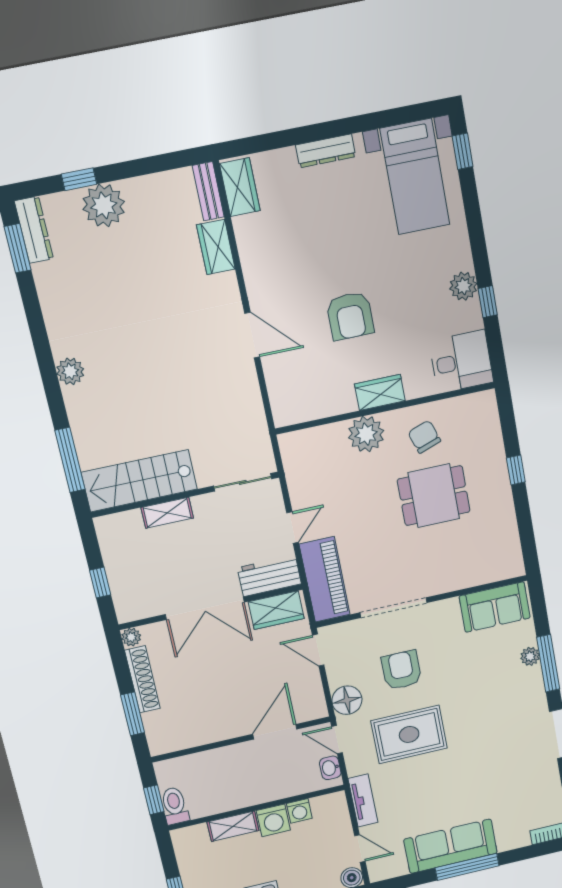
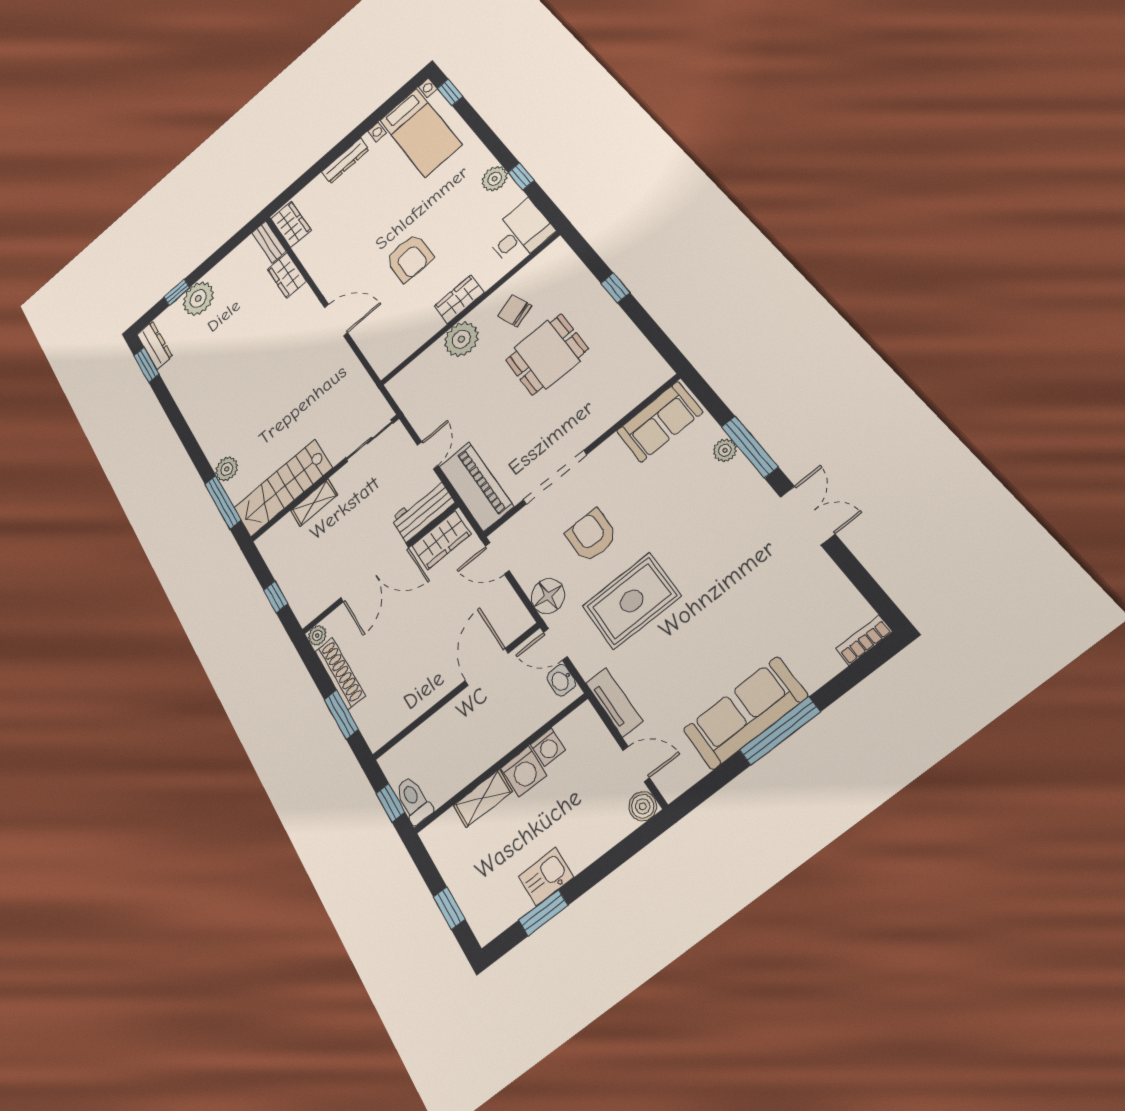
plant: (70, 371) -> (227, 469), moved

